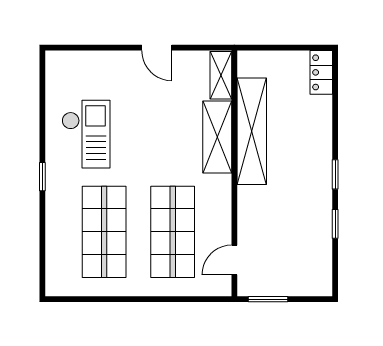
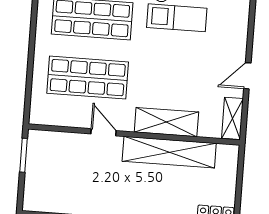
shelving: (221, 75) -> (232, 118), moved, turned 90
door: (234, 260) -> (103, 132), moved

